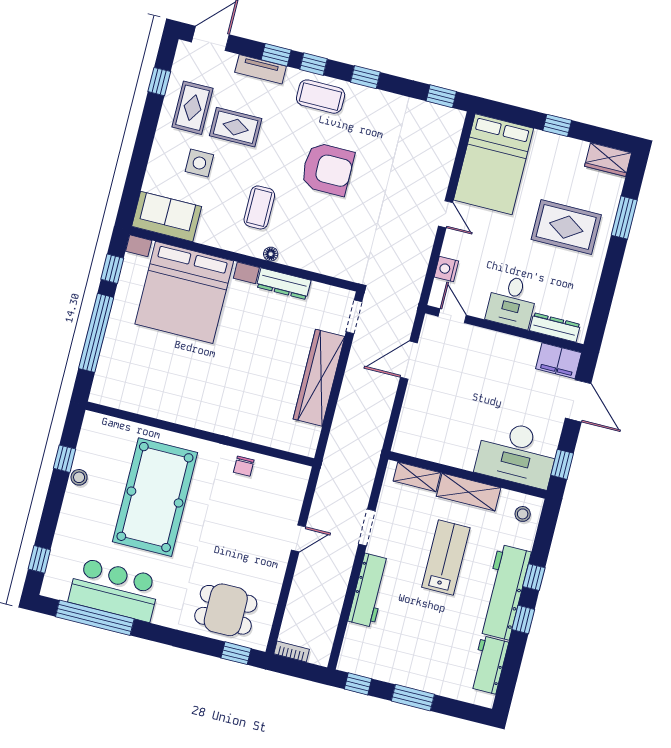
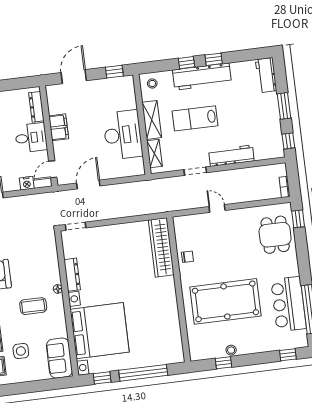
door: (409, 360) -> (88, 184), swing flipped
filing cabinet: (559, 361) -> (59, 127), moved
wardrobe: (319, 378) -> (161, 247), moved, turned 90
desk: (517, 454) -> (123, 135), moved
workbench: (489, 665) -> (266, 75), moved, turned 90

